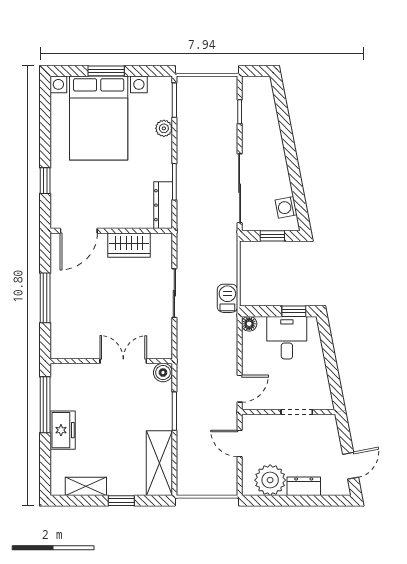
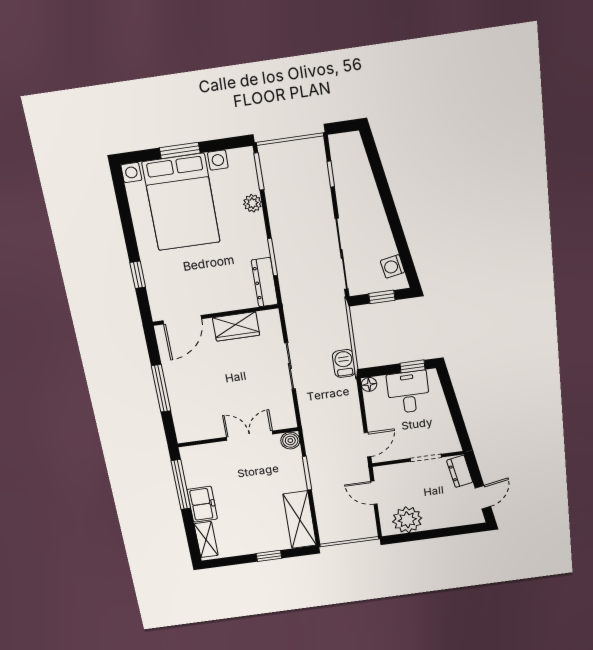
shelving: (86, 486) -> (206, 540), moved, turned 90
dresser: (304, 486) -> (460, 471), moved, turned -101

